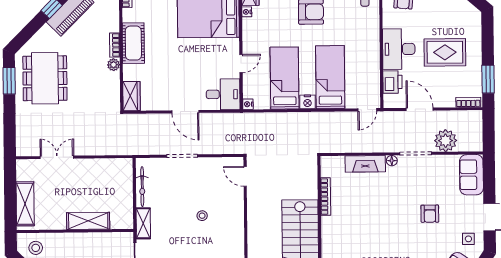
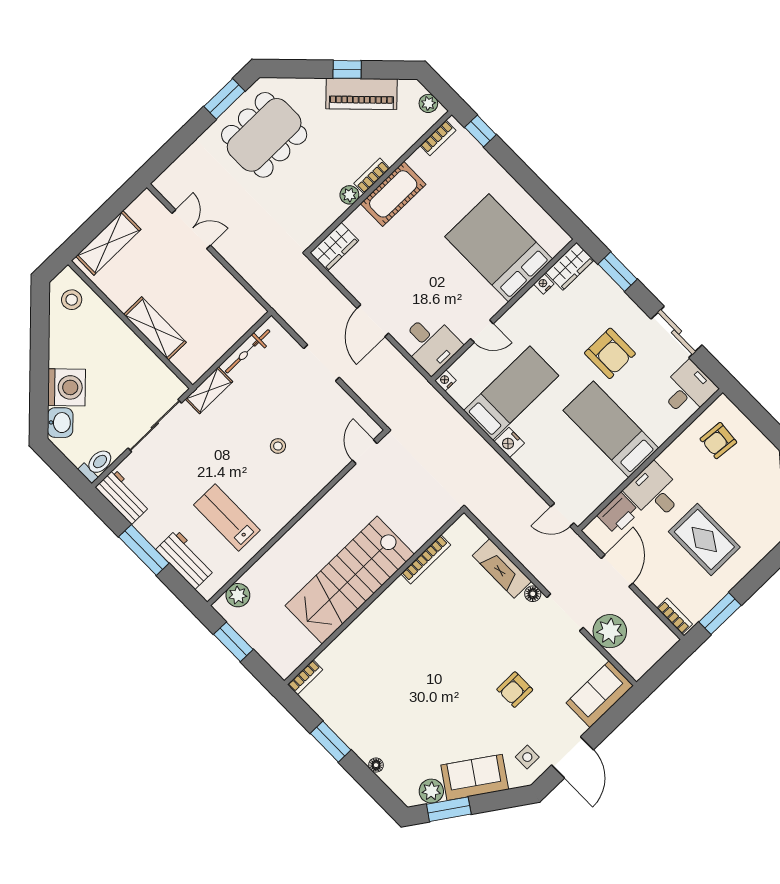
desk: (399, 49) -> (654, 492), width x0.73
bed: (330, 77) -> (611, 429), moved, turned -90

